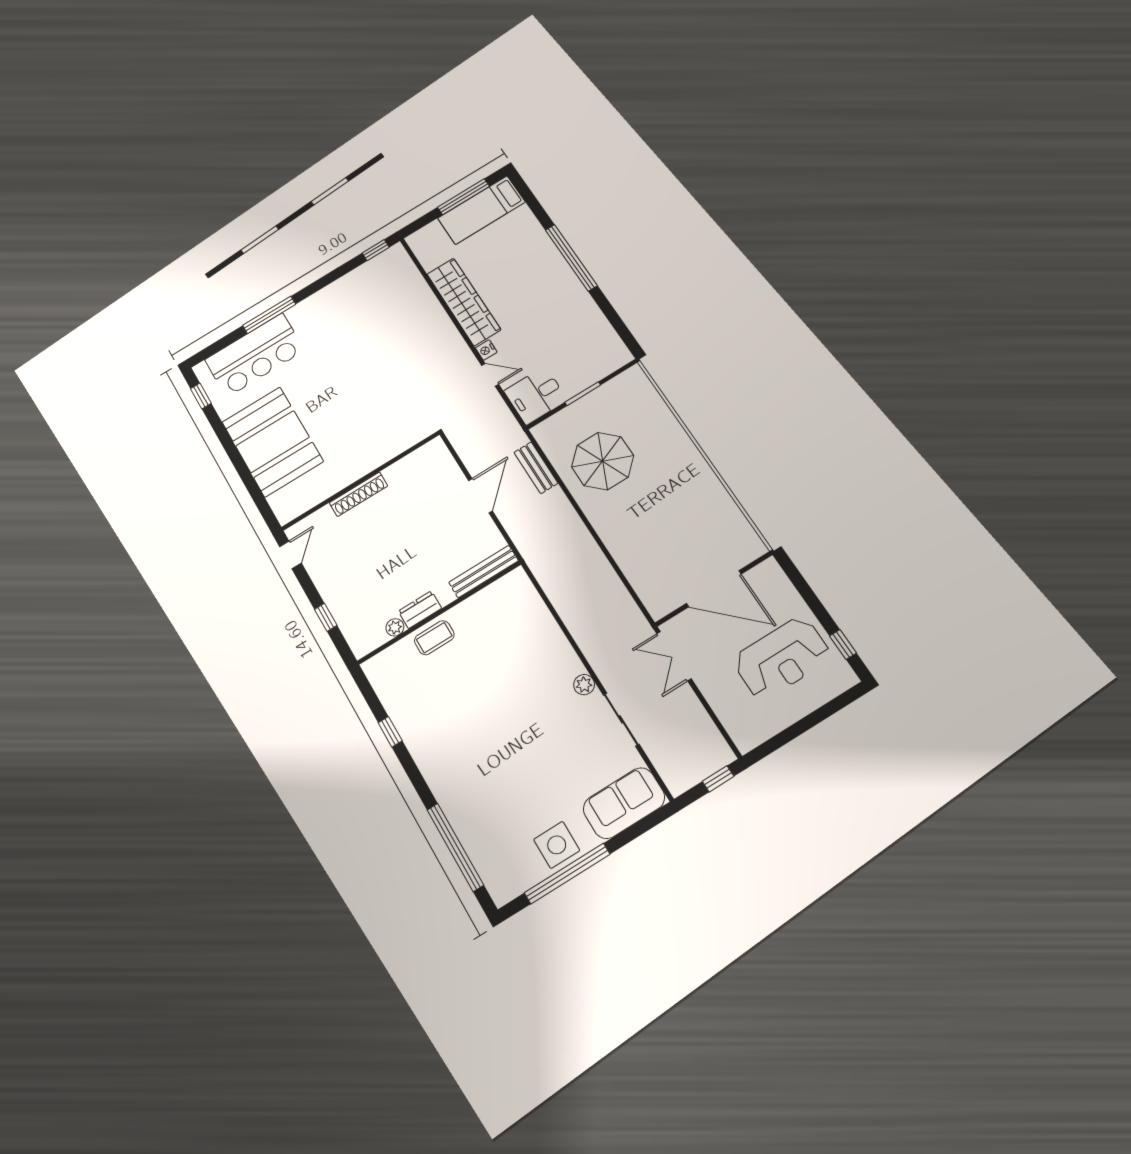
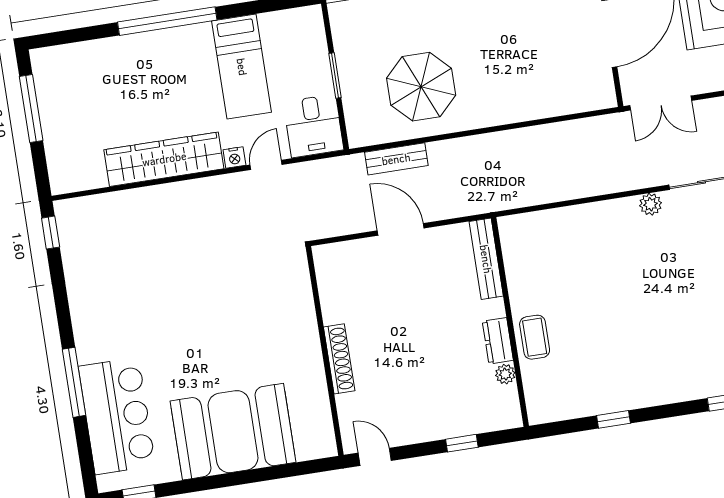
bed: (481, 210) -> (242, 67), moved

